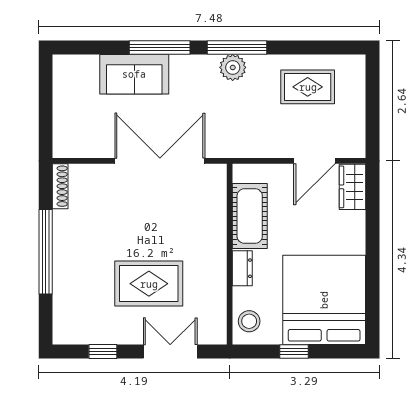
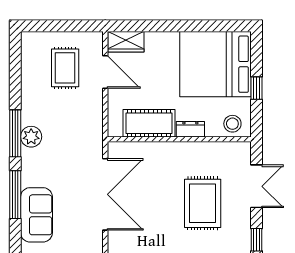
rug: (308, 87) -> (65, 68), moved
double door: (160, 161) -> (105, 194), swing flipped
double door: (170, 352) -> (256, 186), swing flipped

